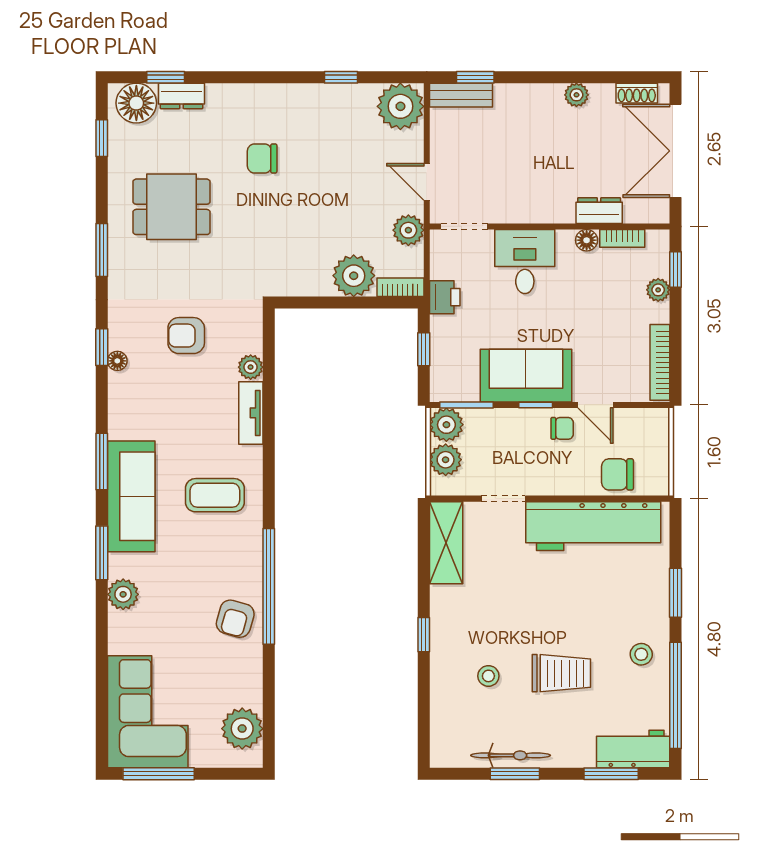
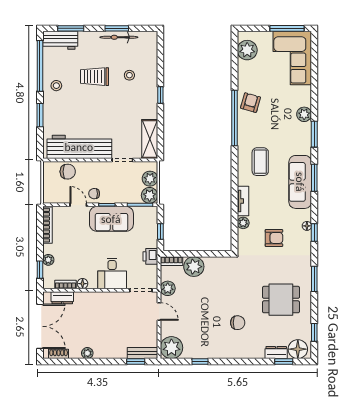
dresser: (599, 211) -> (62, 298), moved
coffee table: (215, 495) -> (260, 162), turned 90
sofa: (131, 496) -> (300, 182), moved

